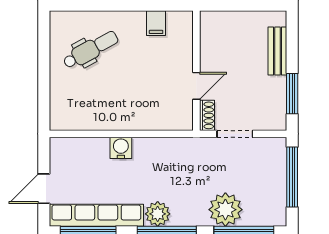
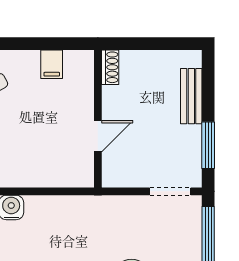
shoe rack: (207, 115) -> (110, 67), moved
doorway: (235, 134) -> (170, 191), moved

